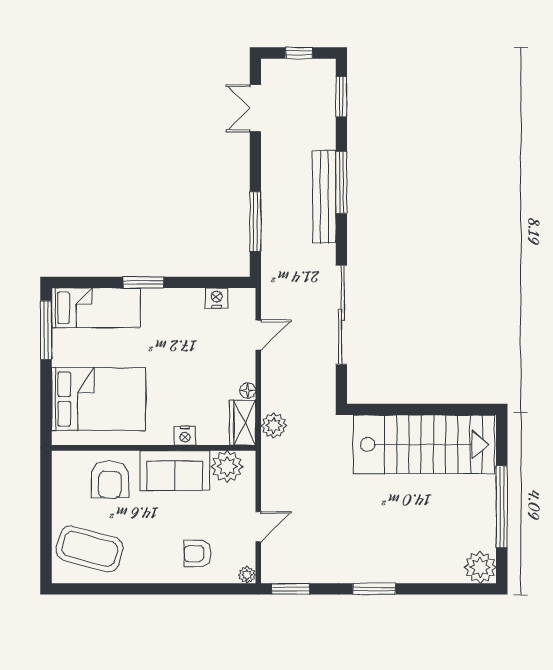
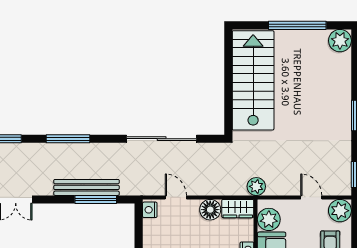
bench: (324, 197) -> (86, 187), moved
nightstand: (217, 298) -> (150, 210), moved
floor lamp: (248, 391) -> (210, 210), width x1.89, depth x1.89
plant: (274, 426) -> (256, 186), moved
plant: (247, 575) -> (340, 211), width x1.87, depth x1.87

